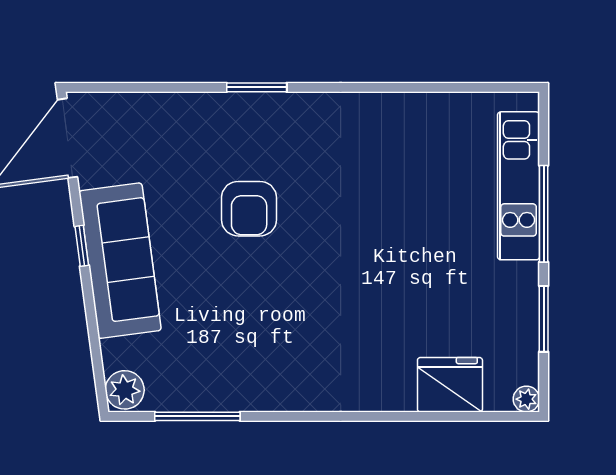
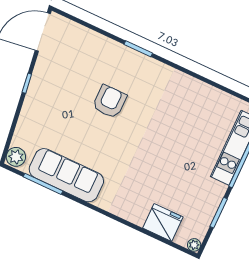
armchair: (249, 209) -> (110, 102), turned 180
sofa: (120, 261) -> (66, 175), moved, turned -82

